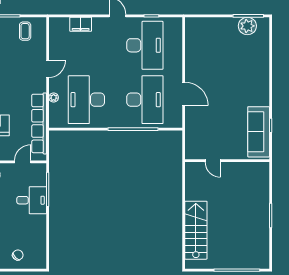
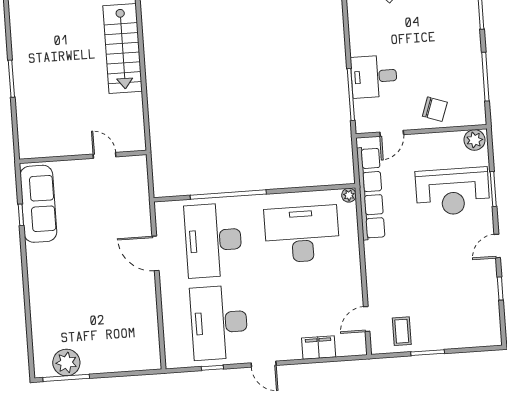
door: (48, 69) -> (367, 319), moved
plant: (54, 98) -> (349, 195), moved
desk: (86, 100) -> (302, 234), turned -90

